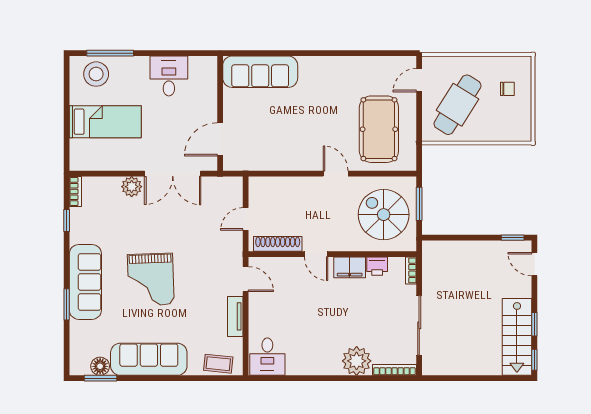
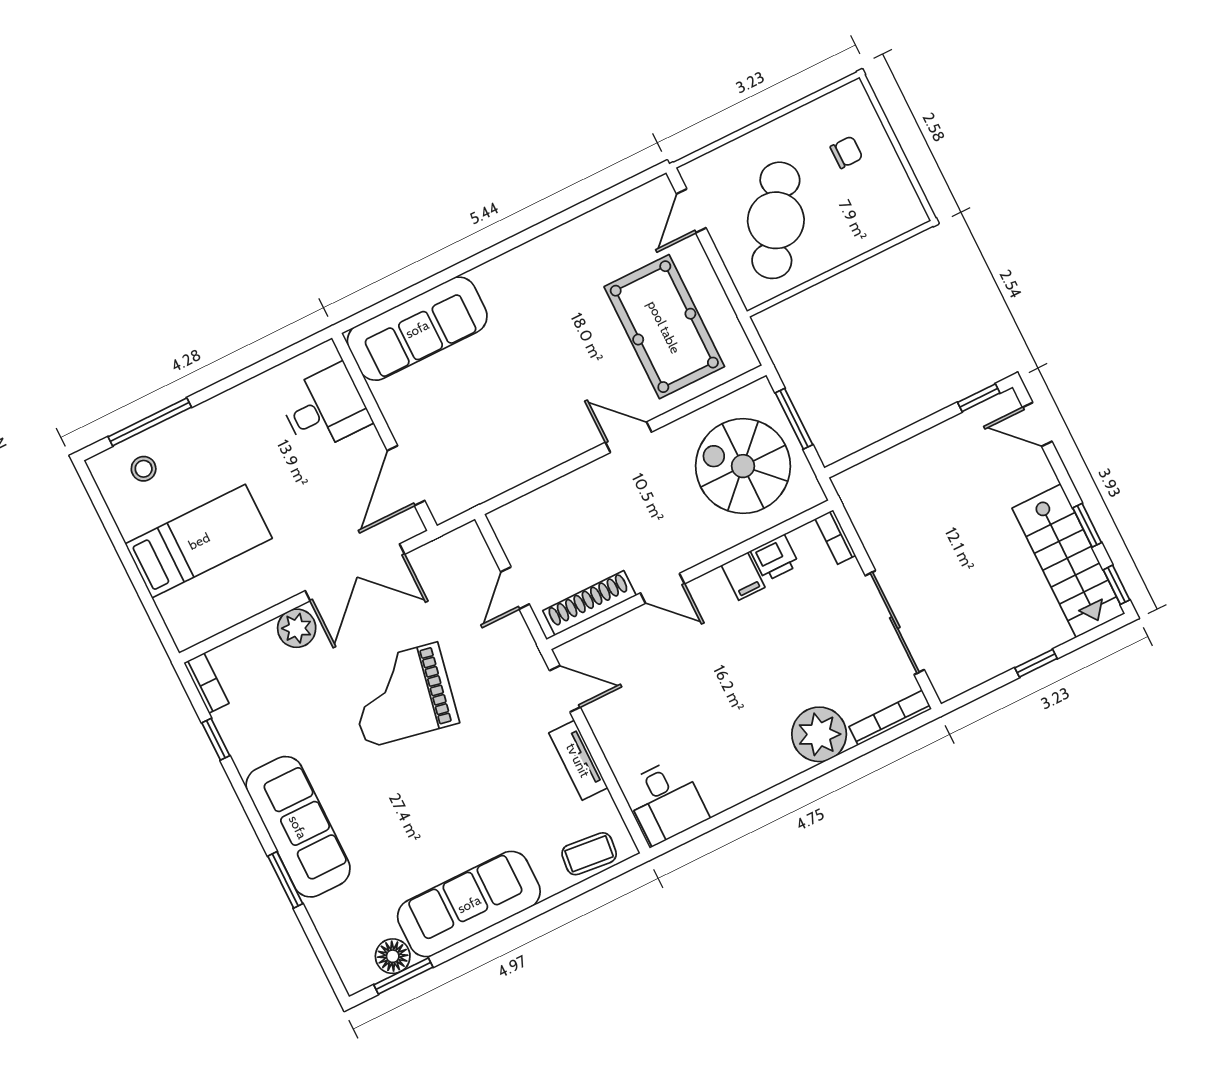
stool: (96, 74) -> (144, 469), width x0.53, depth x0.53
desk: (169, 76) -> (325, 408), moved, turned 90
filing cabinet: (350, 267) -> (743, 576), width x0.50
grand piano: (151, 280) -> (402, 695), moved, turned 103
window: (477, 378) -> (1036, 663), added

